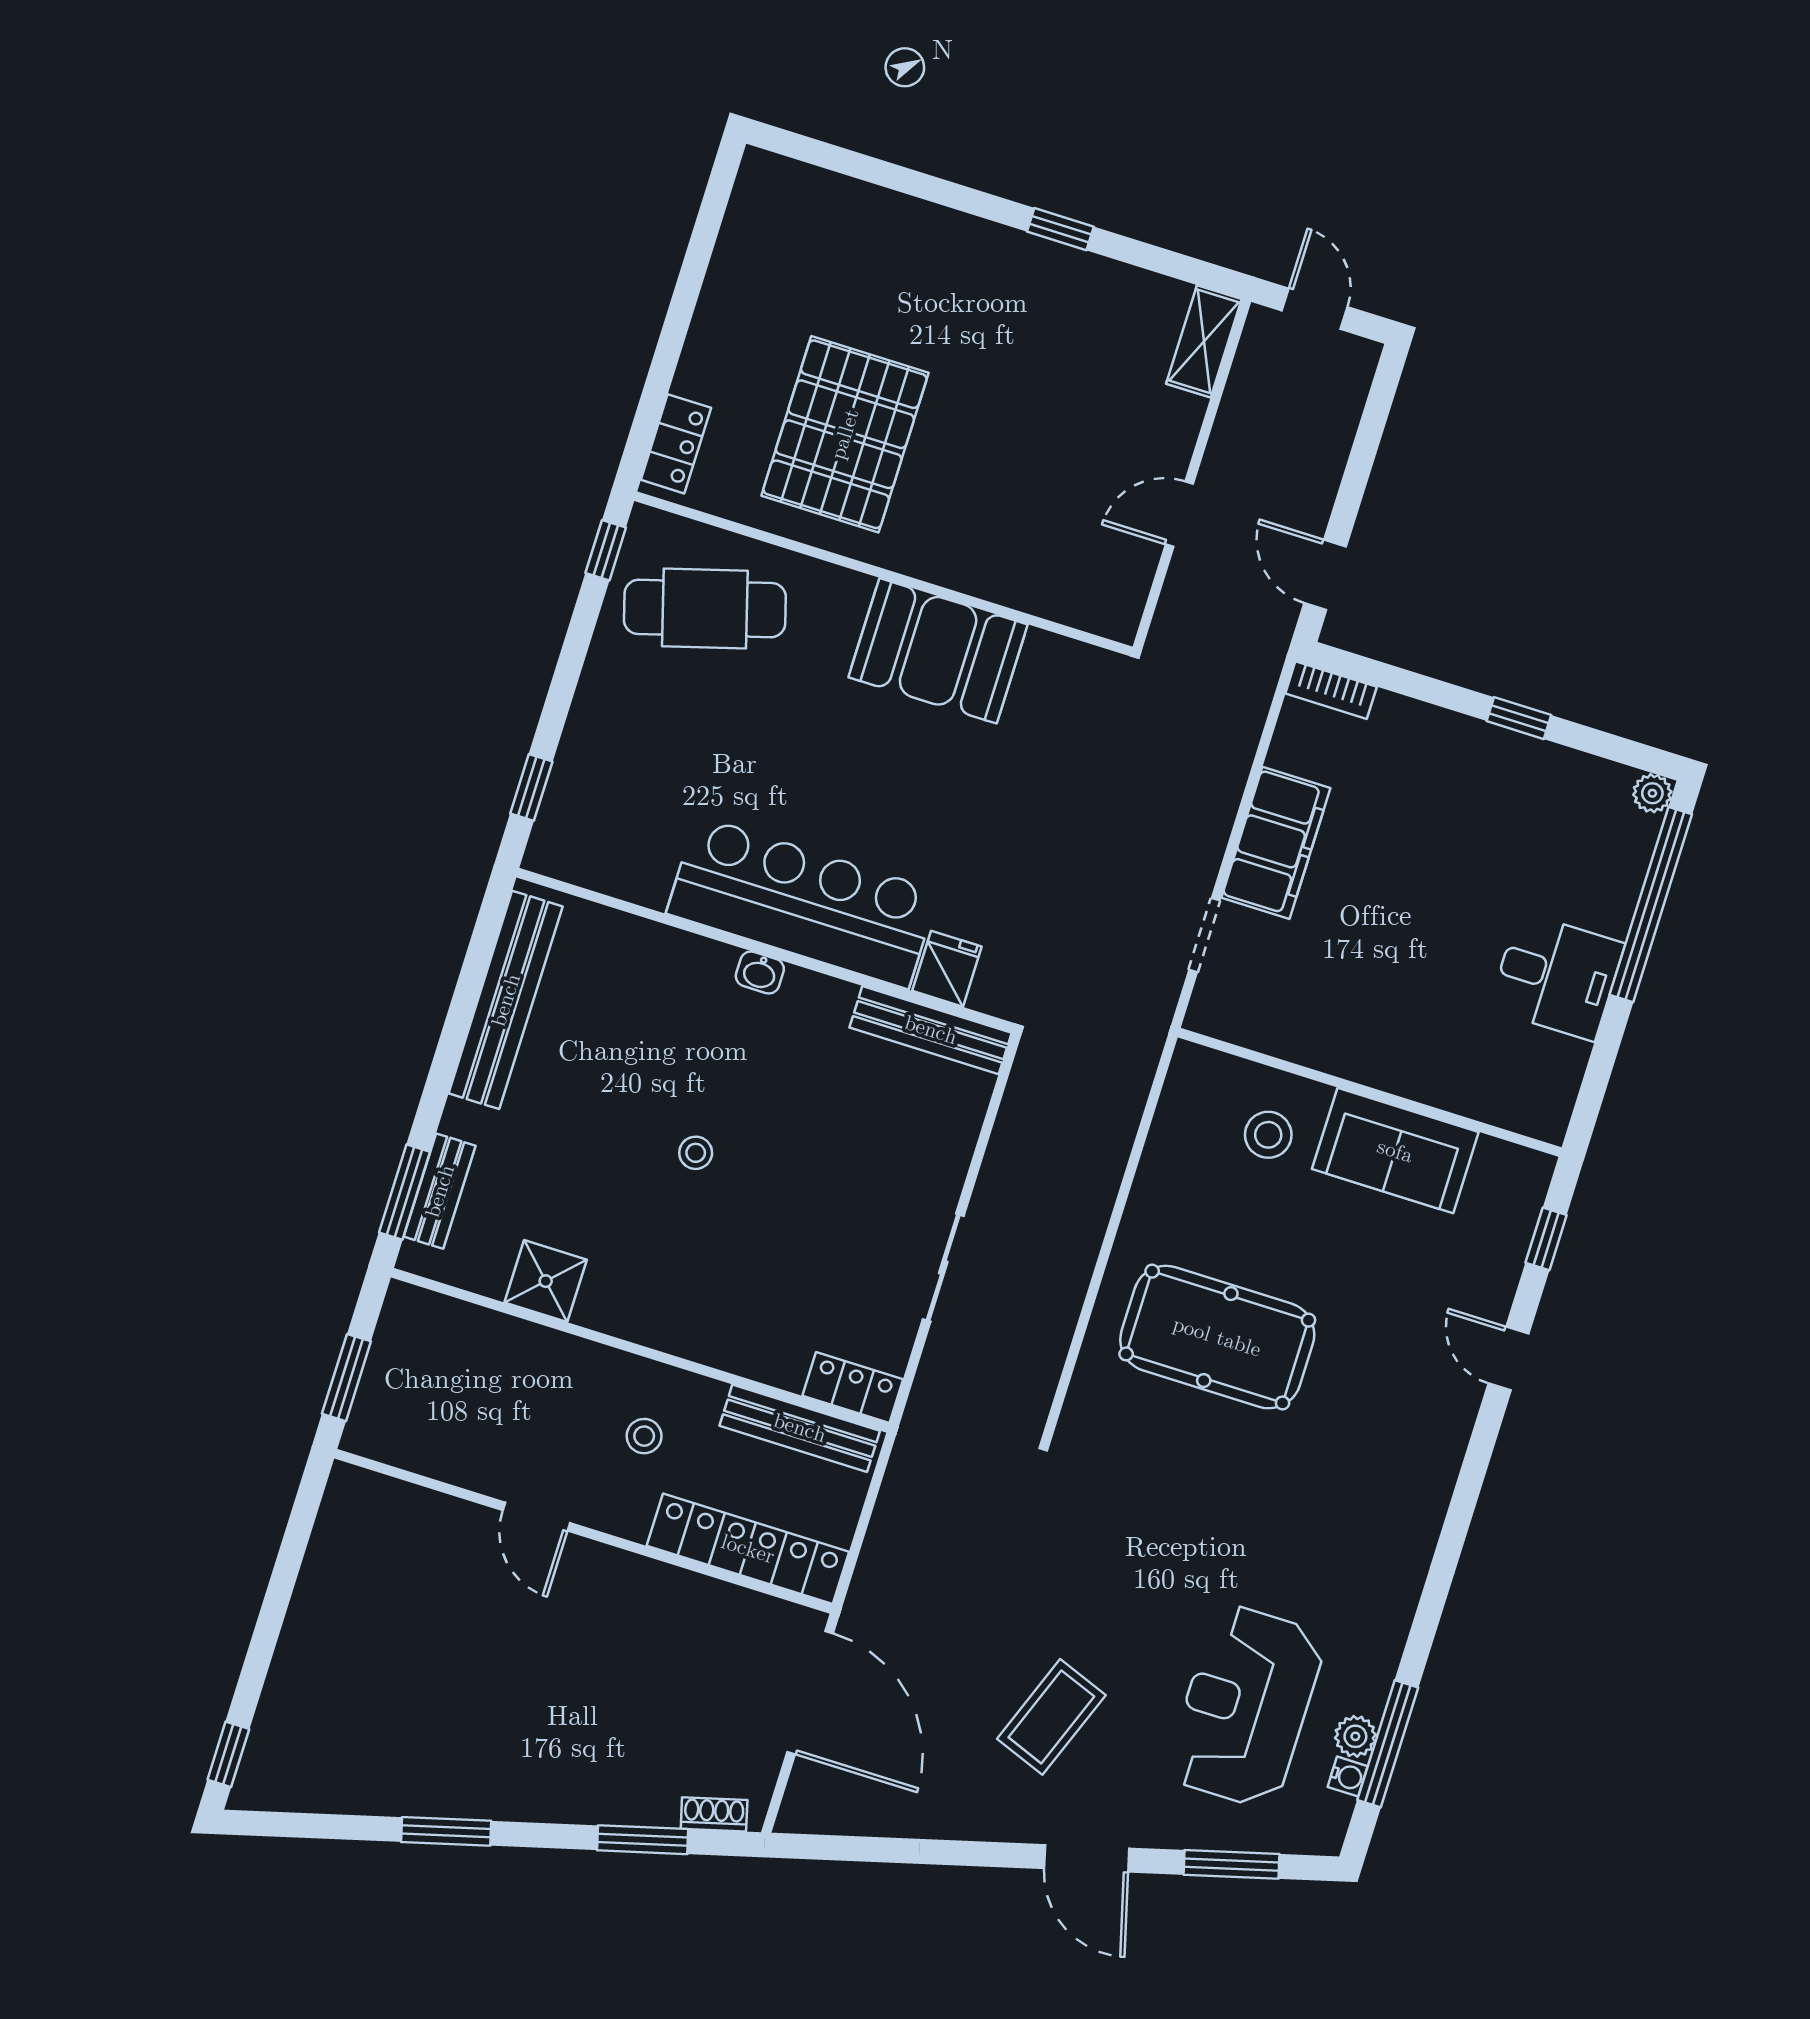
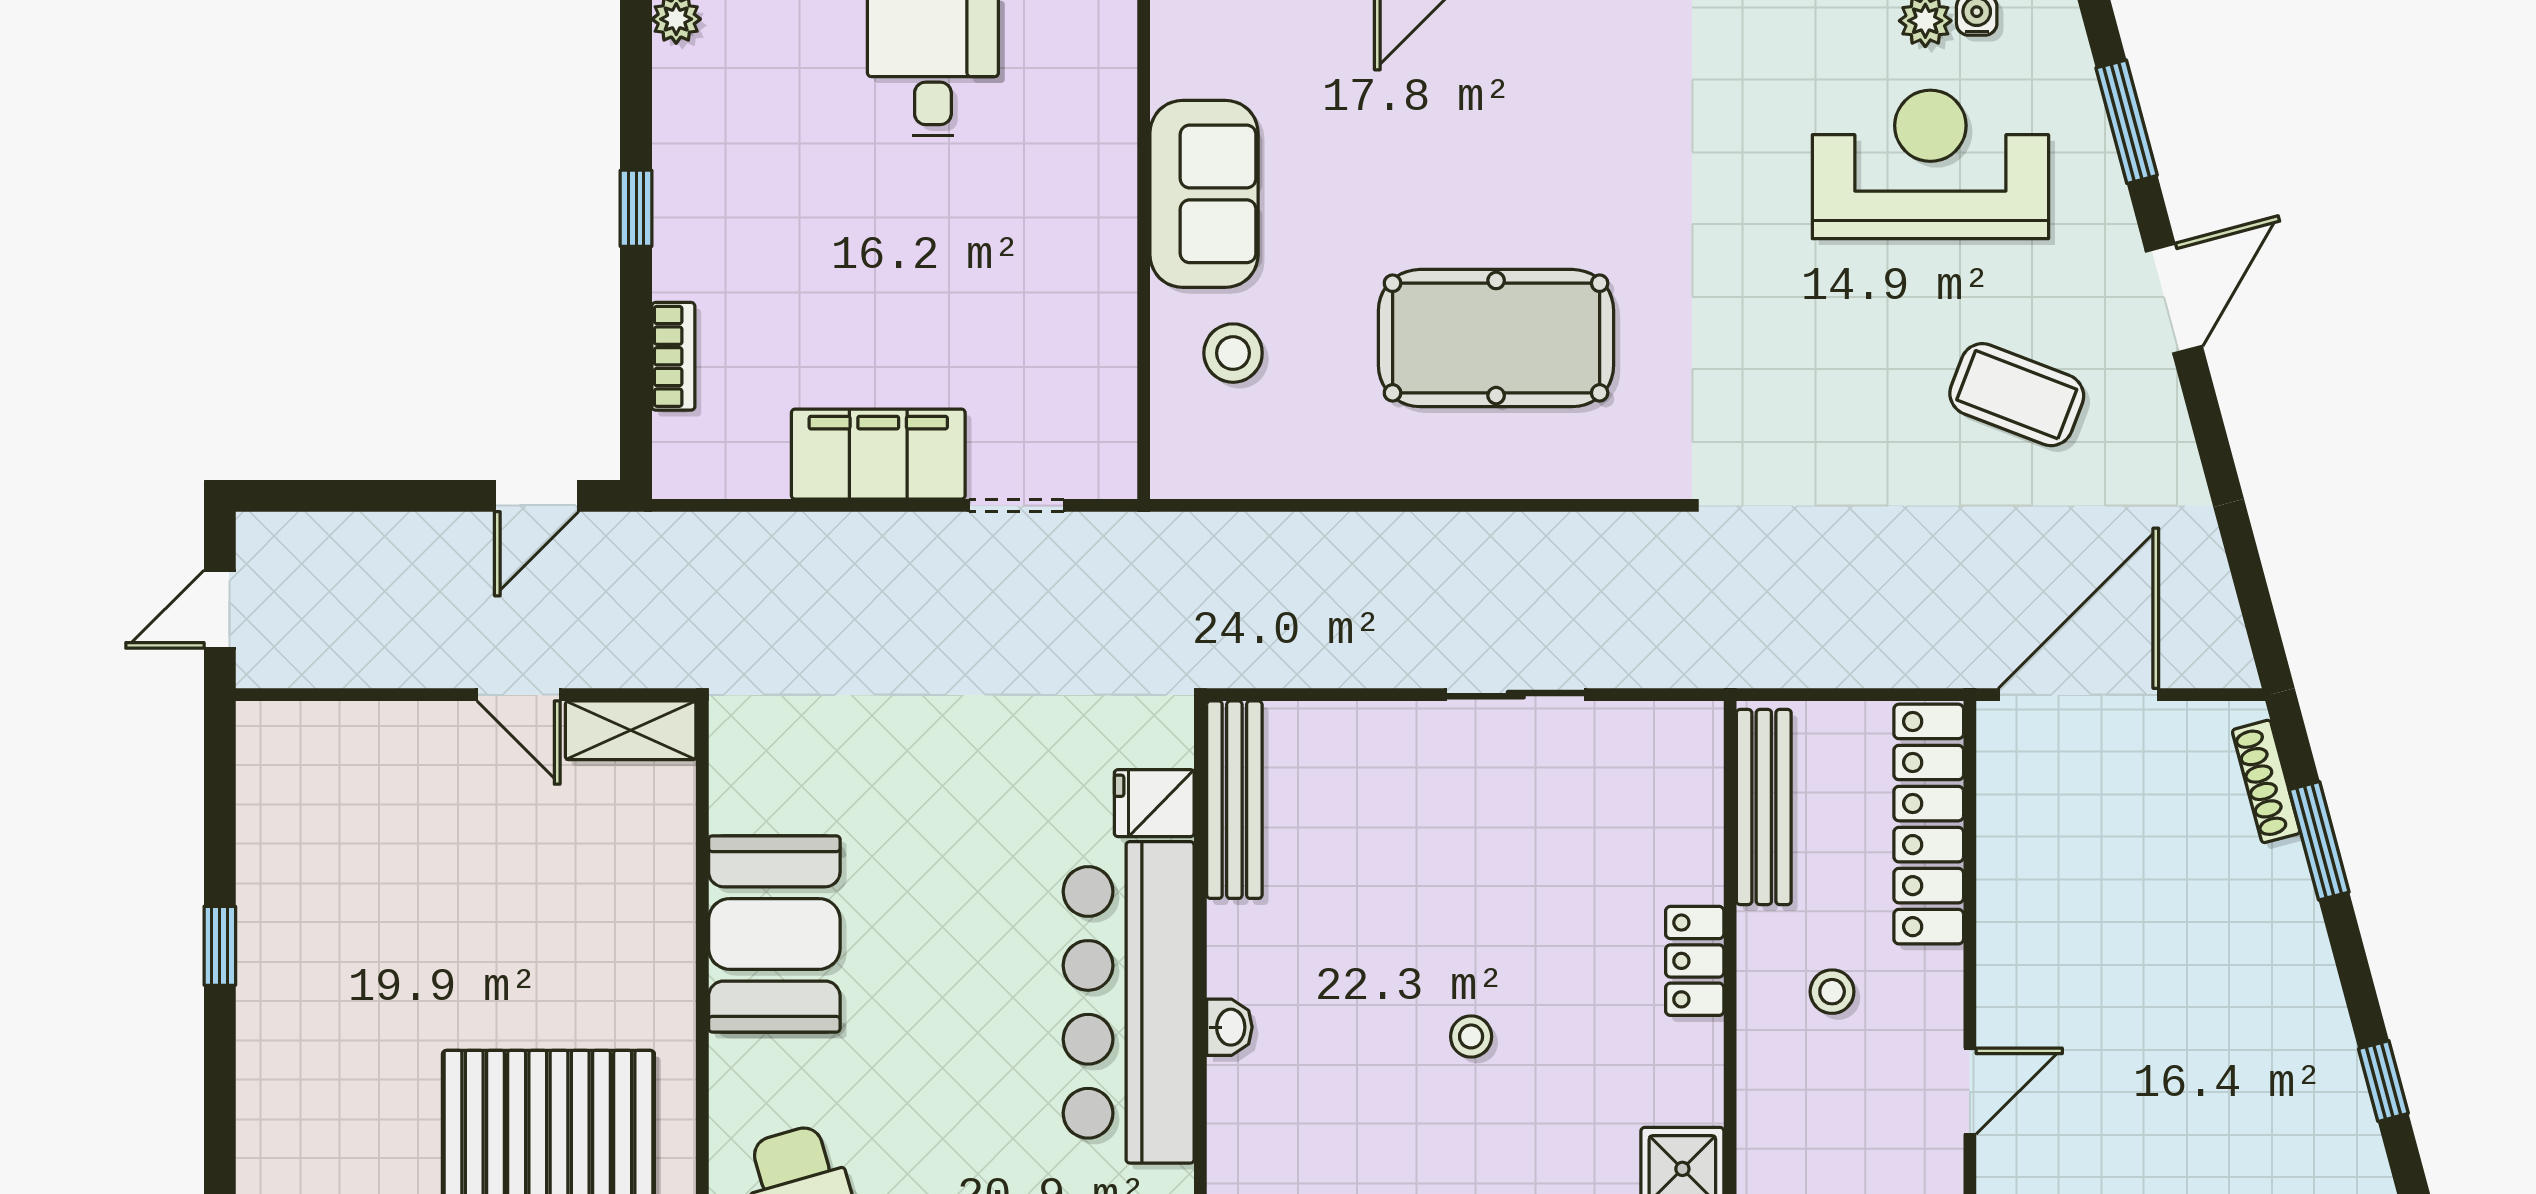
shelving: (1204, 341) -> (631, 730), moved
bookcase: (1331, 690) -> (673, 356), moved
pool table: (1217, 1337) -> (1496, 338), turned 90
locker: (853, 1388) -> (1695, 961), moved
reception desk: (1246, 1706) -> (1930, 164), turned 180
shoe rack: (714, 1814) -> (2266, 781), width x1.43
window: (446, 1831) -> (2383, 1081), width x0.67

